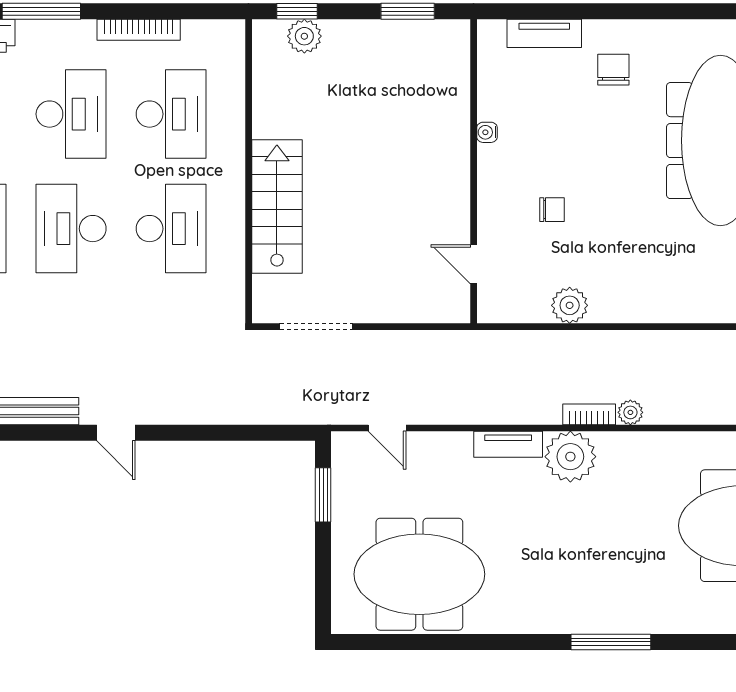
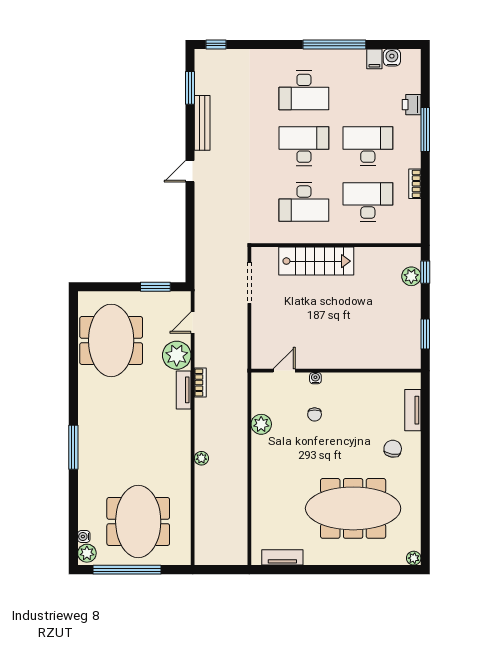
bookcase: (139, 30) -> (415, 184), width x0.64
chair: (613, 70) -> (393, 449), turned -81
desk: (71, 114) -> (368, 146), turned 180
desk: (171, 114) -> (368, 202), turned 180
water cooler: (487, 132) -> (315, 378), moved
bookcase: (589, 414) -> (200, 383), moved
plant: (570, 457) -> (177, 355), moved

